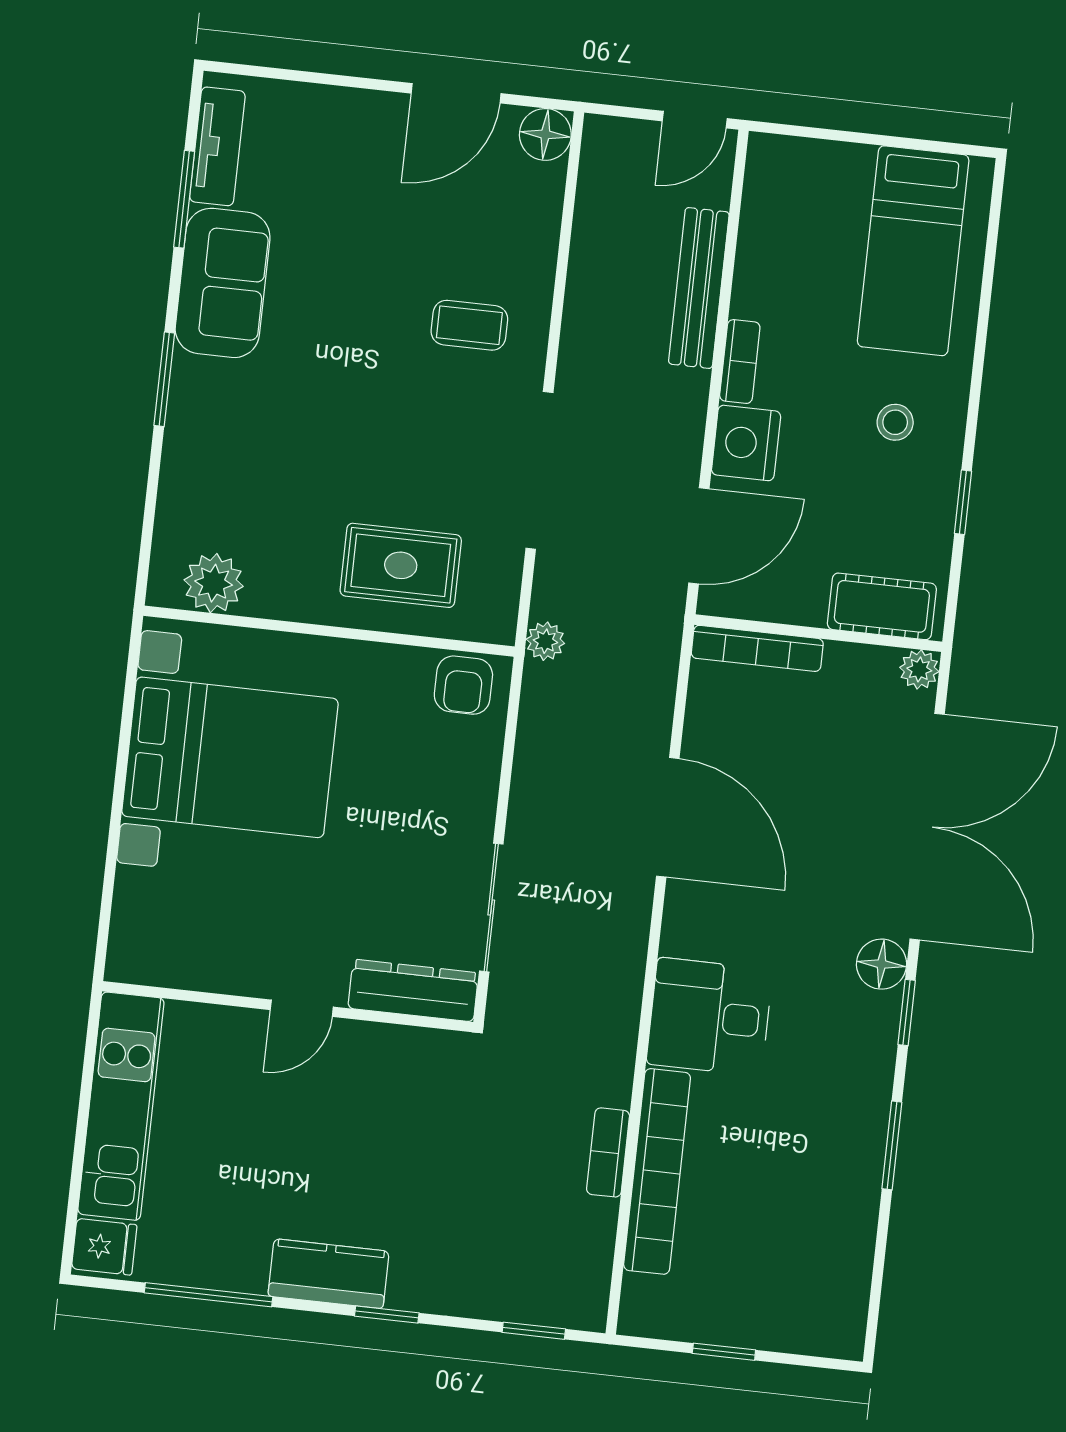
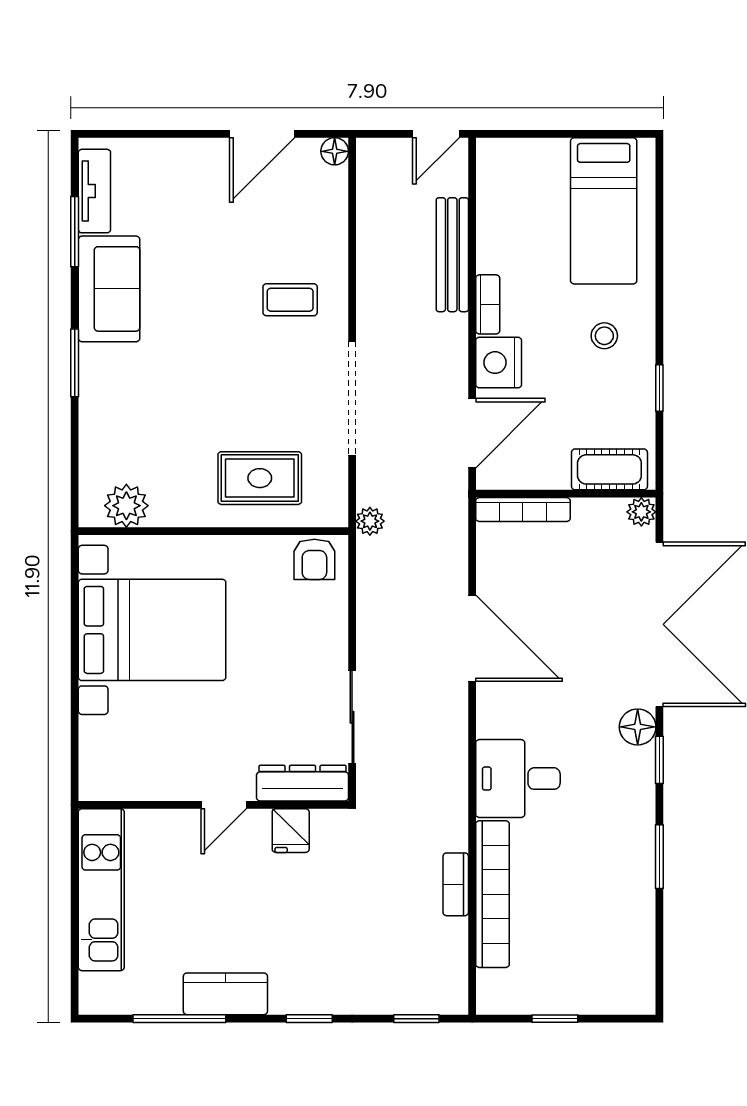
floor lamp: (545, 134) -> (335, 151), width x0.73, depth x0.73
fridge: (104, 1247) -> (291, 831), moved, turned 90
kitchen counter: (328, 1274) -> (225, 994), moved

